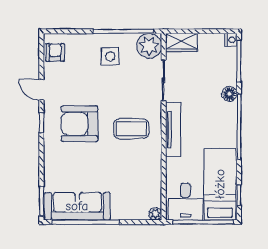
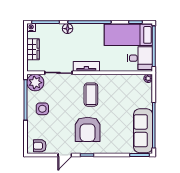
wardrobe: (181, 43) -> (33, 49), moved
tv unit: (173, 130) -> (86, 66), width x0.71

